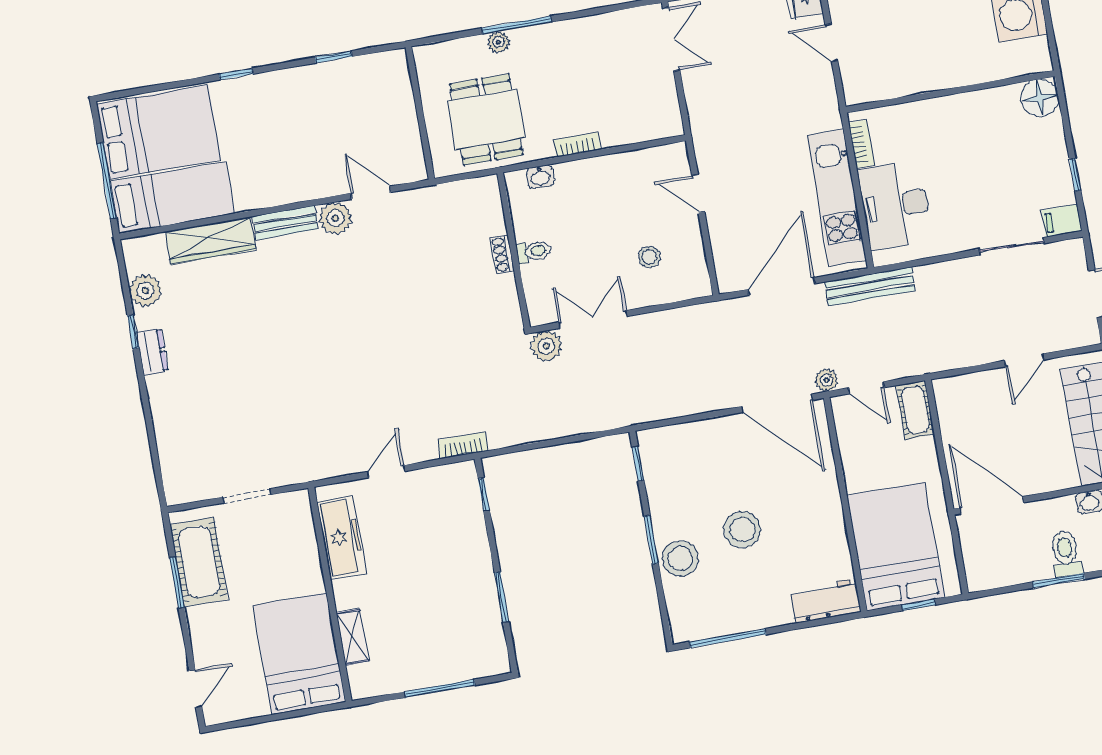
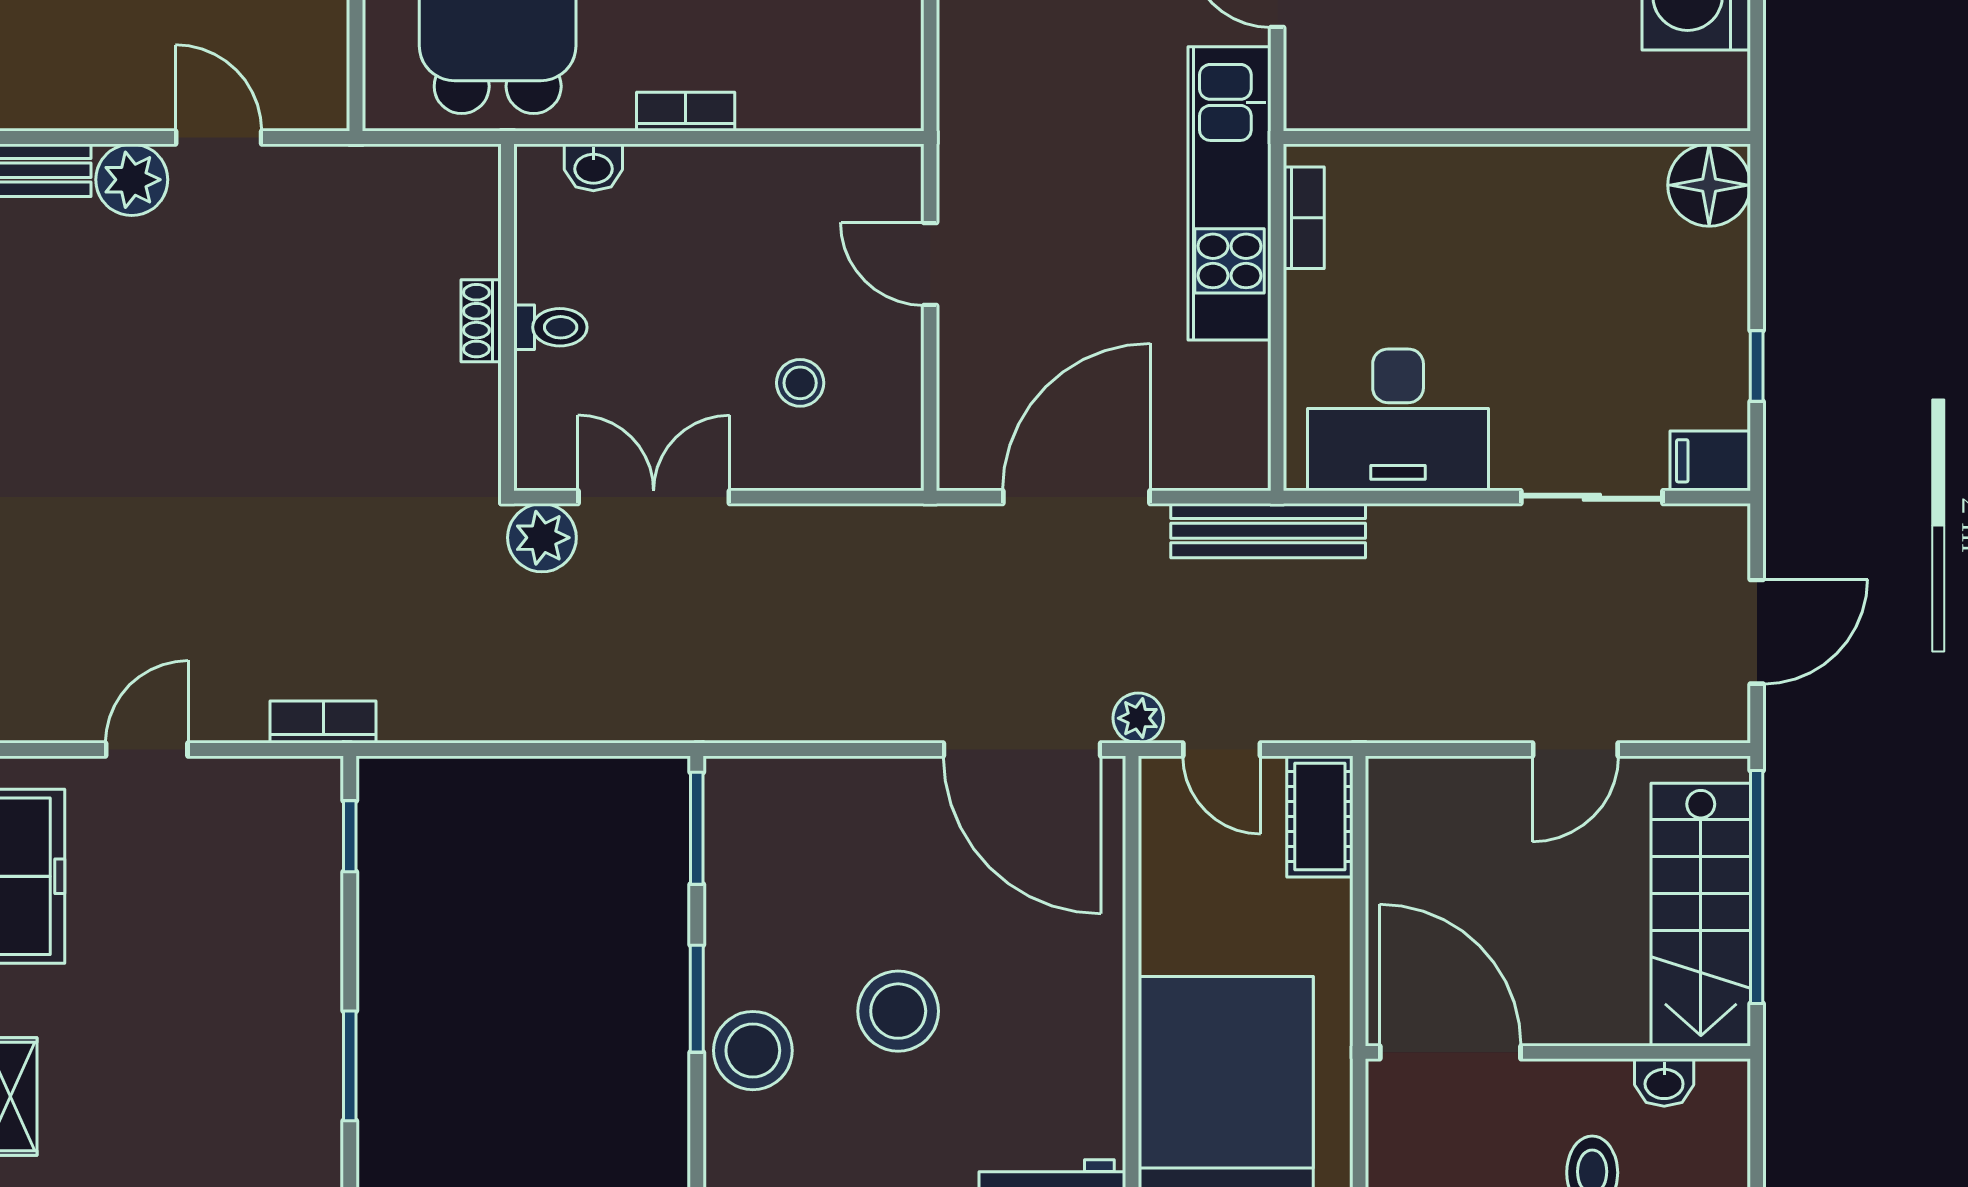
kitchen unit: (837, 198) -> (1230, 193), moved
desk: (895, 205) -> (1398, 420), moved, turned -90
window: (638, 464) -> (697, 828), width x1.50

